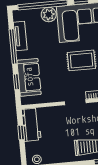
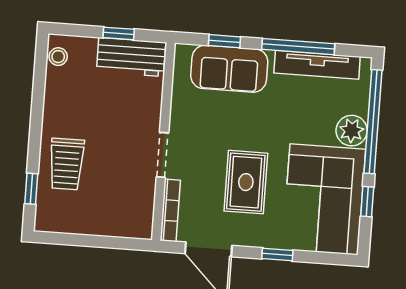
tv unit: (20, 36) -> (317, 65), width x1.41

